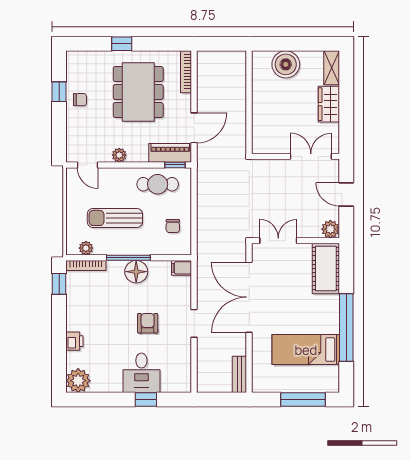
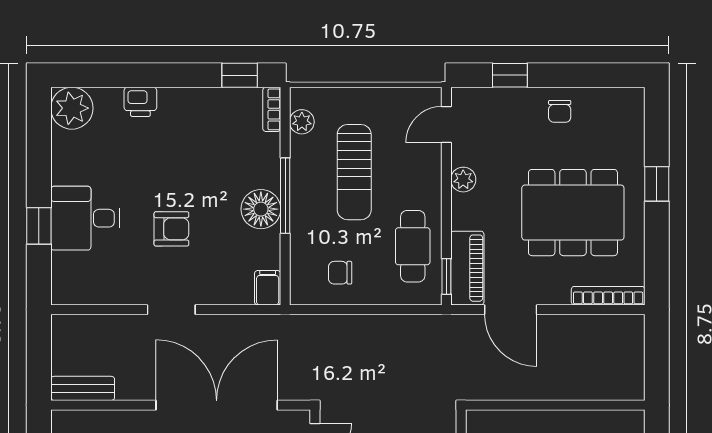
window: (59, 92) -> (510, 75), moved
sun lounger: (115, 218) -> (354, 172), turned 180
bookcase: (86, 265) -> (272, 109), width x0.64

